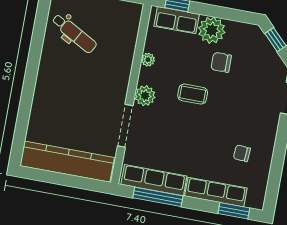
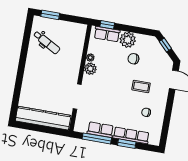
coffee table: (193, 94) -> (141, 86), moved
plant: (145, 96) -> (90, 69), moved
row of seats: (154, 180) -> (100, 130), width x0.68
window: (234, 211) -> (127, 144), moved

